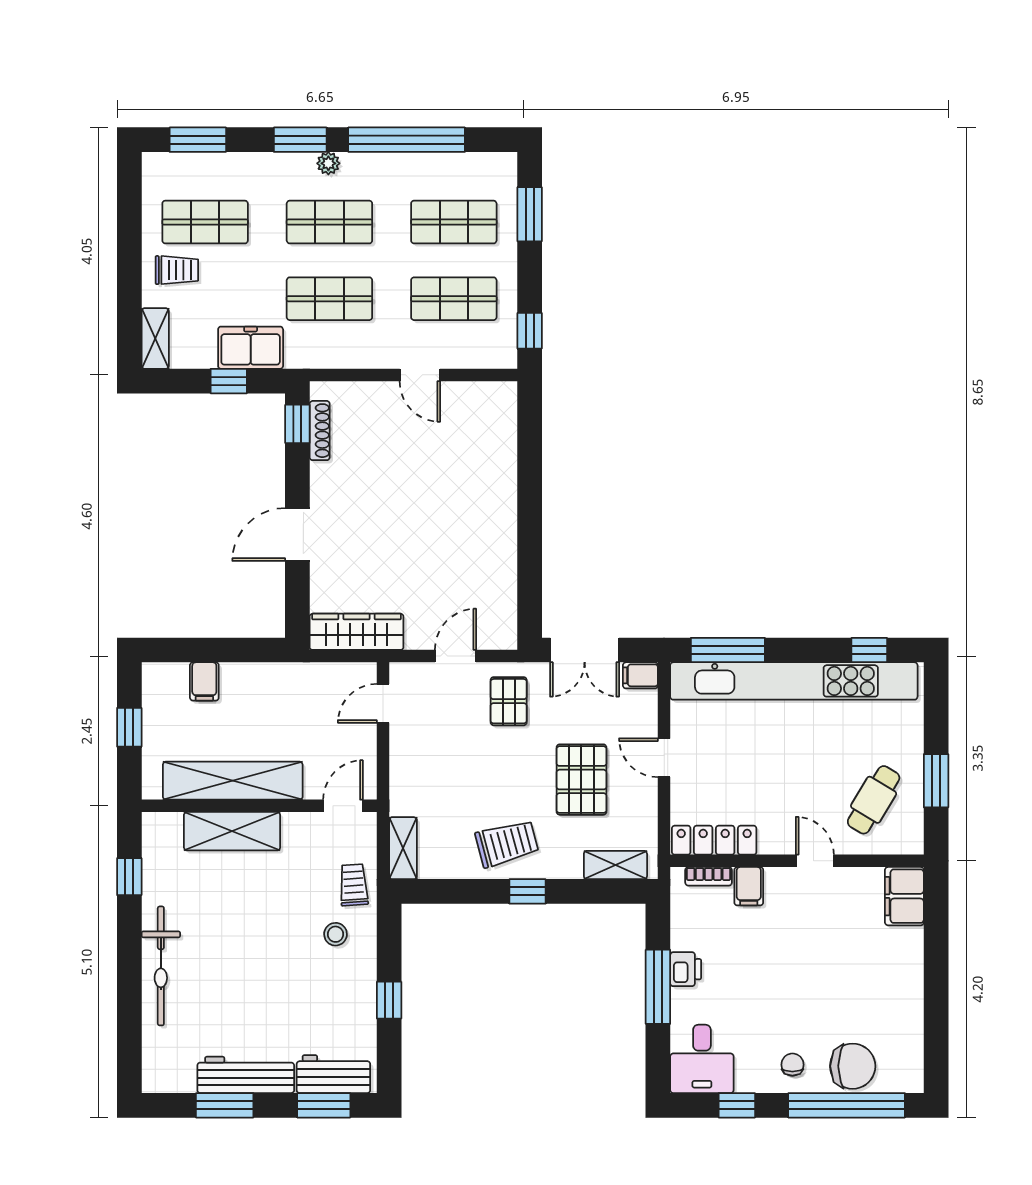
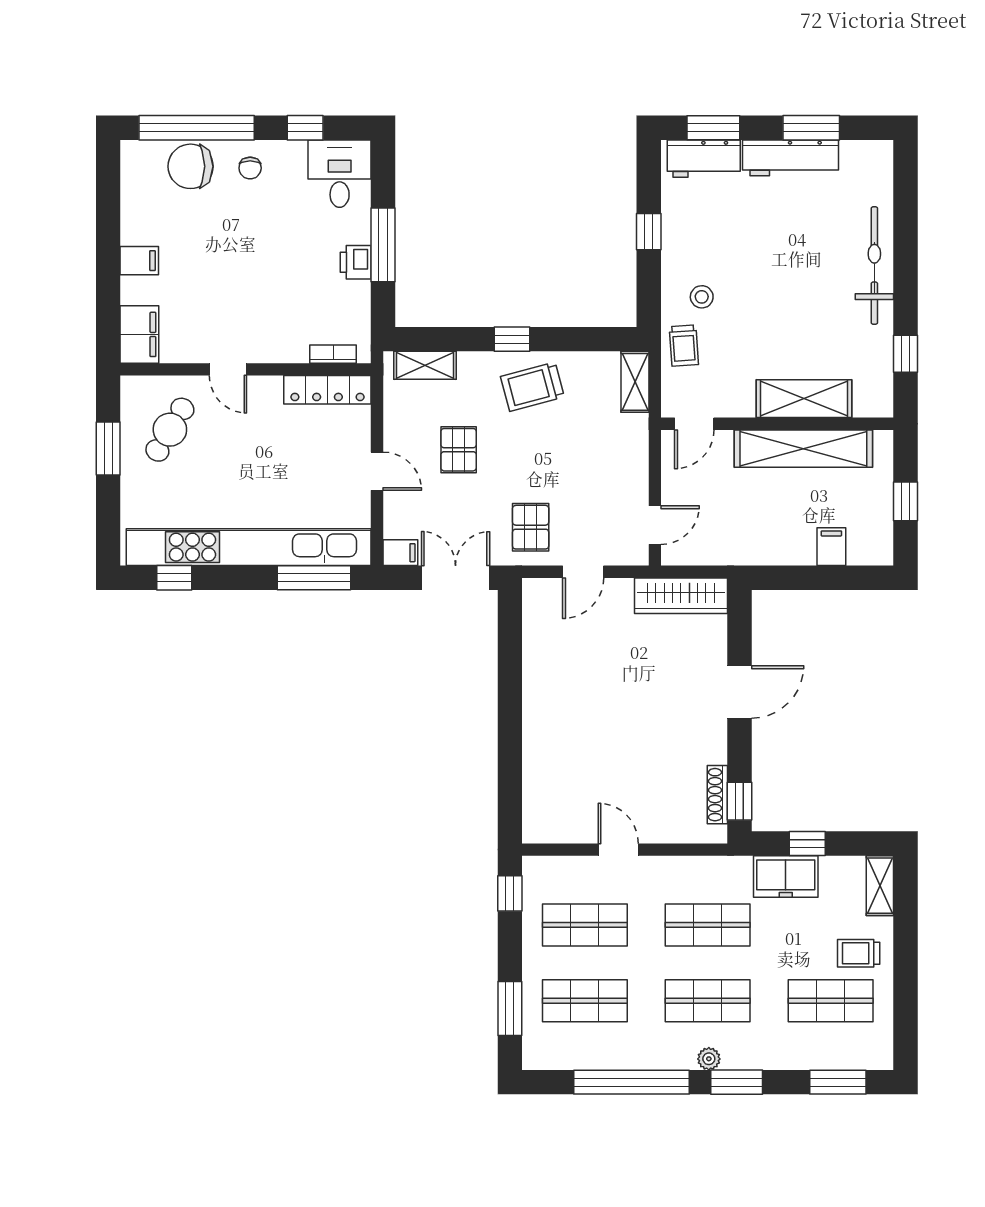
pallet: (581, 780) -> (459, 450), width x0.67, depth x0.71
filing cabinet: (749, 886) -> (139, 261), moved, turned 90

